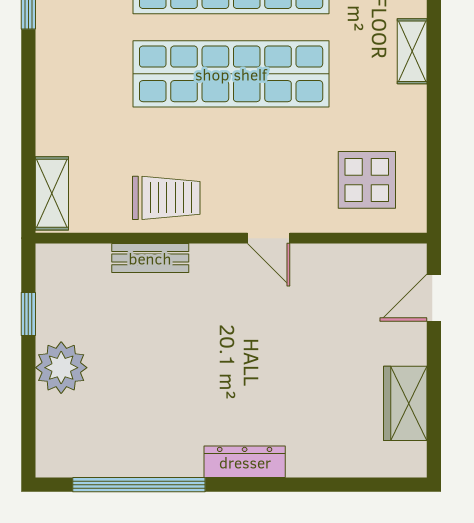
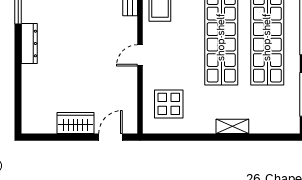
door: (434, 298) -> (111, 137), hinge flipped
wardrobe: (405, 403) -> (75, 123), moved

